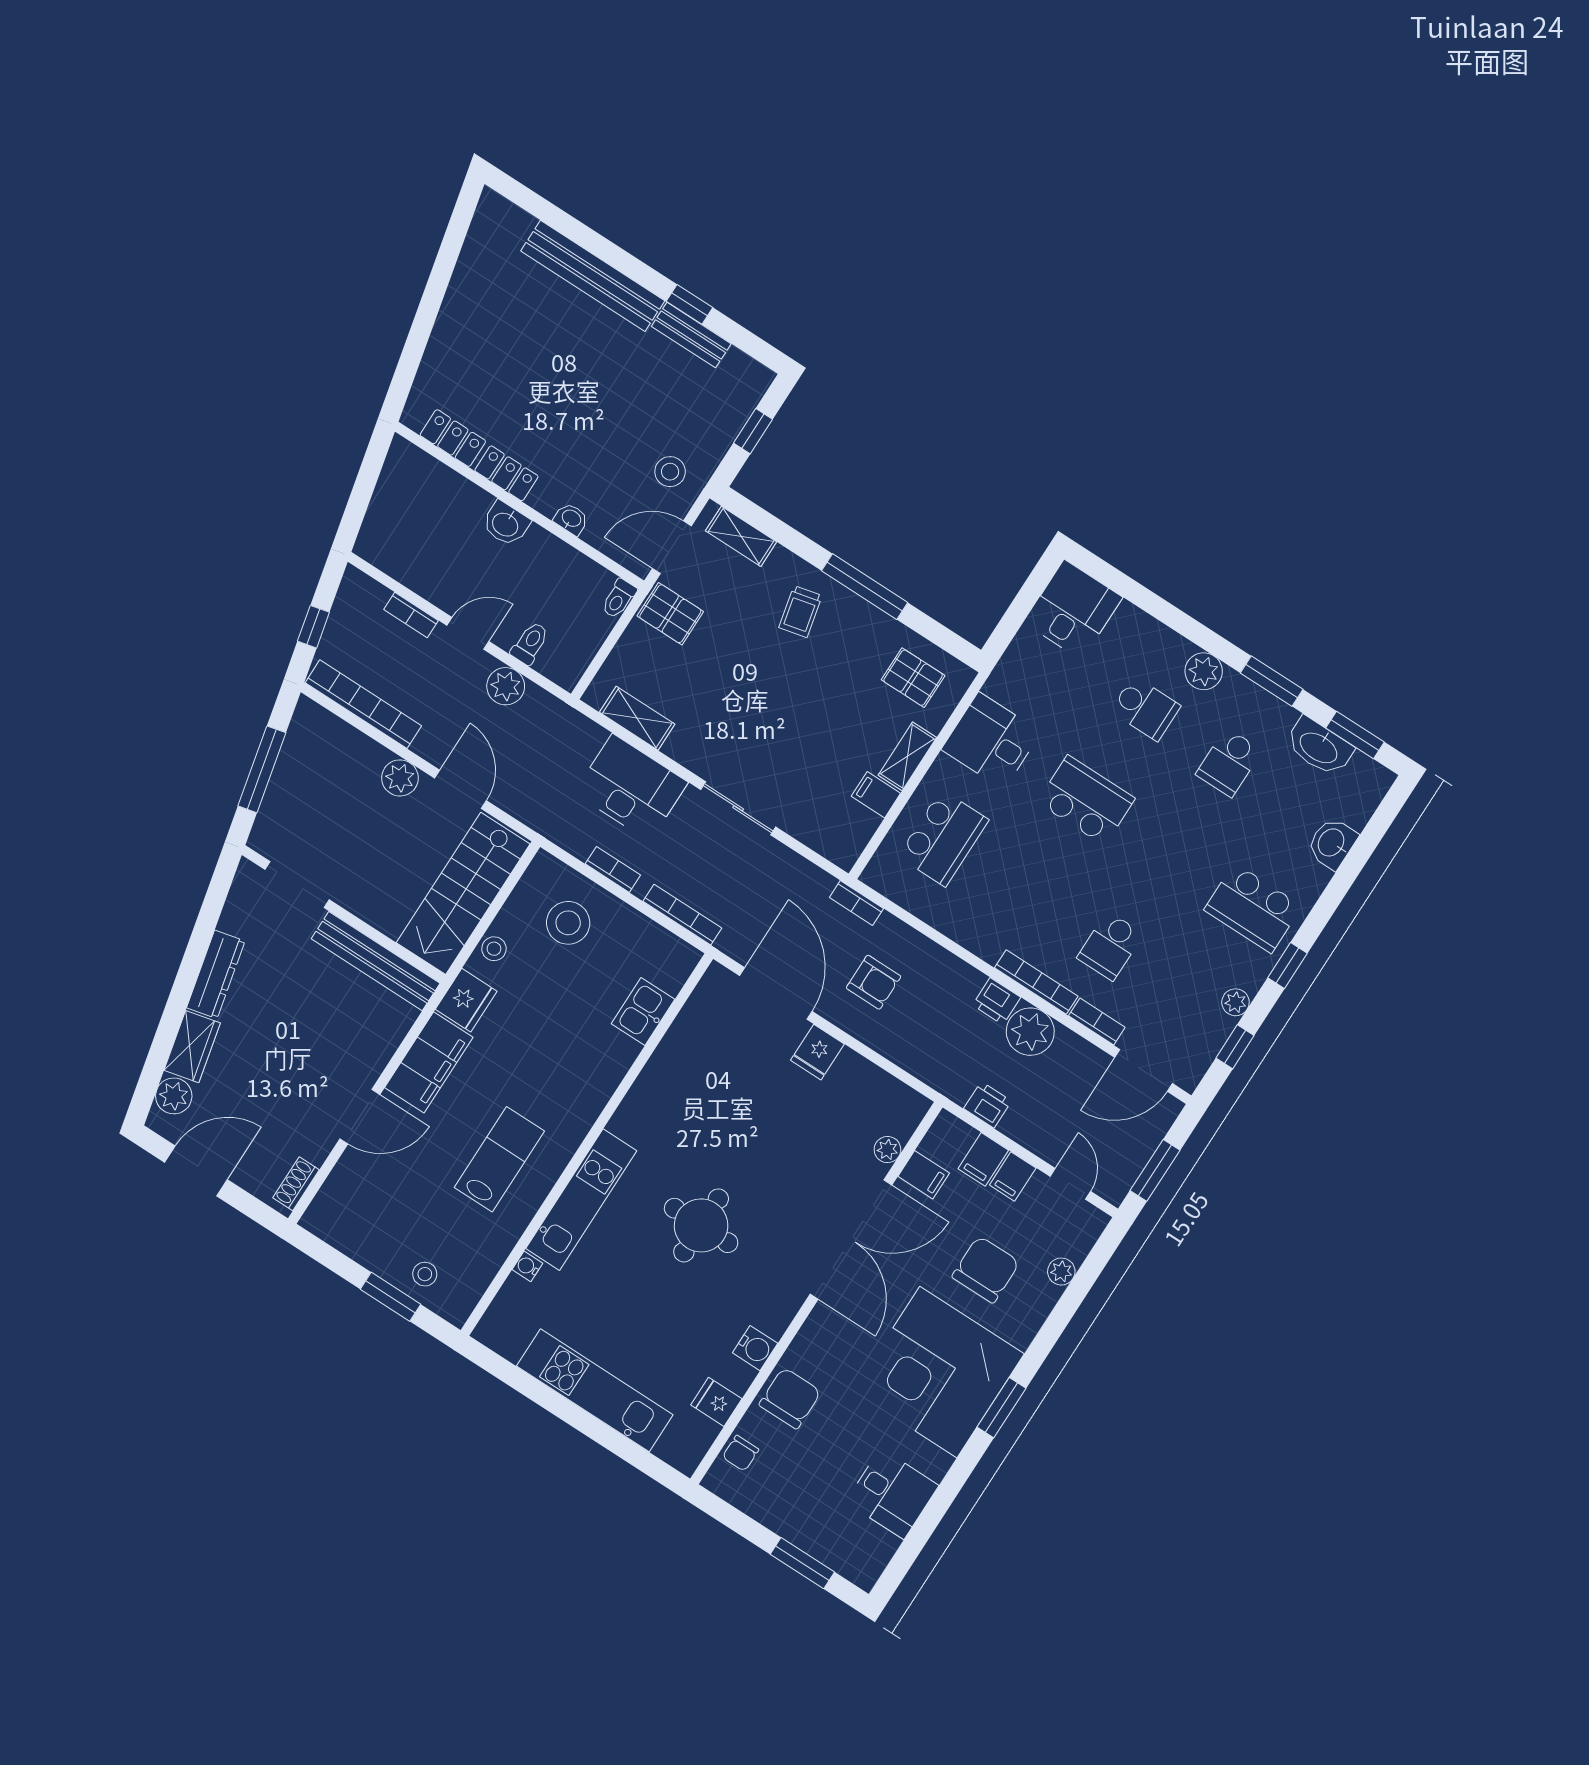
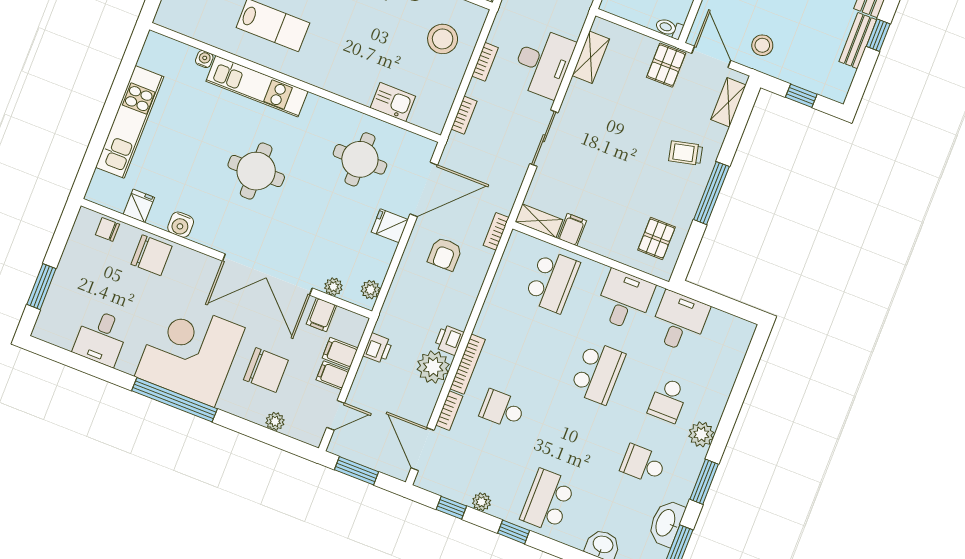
desk: (1073, 610) -> (679, 322), moved, turned -90
shelving: (907, 756) -> (539, 221), moved
school desk: (943, 838) -> (552, 281), turned -90
bookcase: (682, 915) -> (464, 115), width x0.64
round table: (715, 1075) -> (360, 159), added
plant: (902, 1098) -> (370, 290), added
window: (1001, 1408) -> (175, 400), width x2.11

